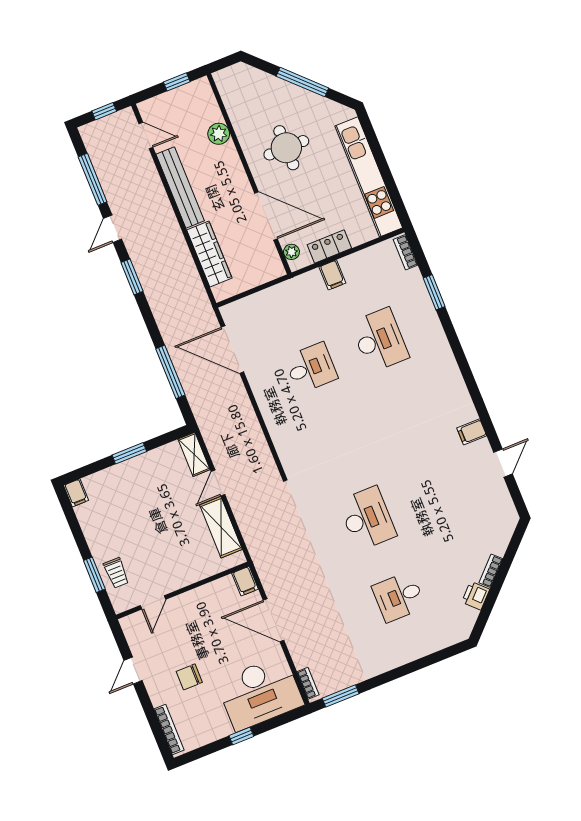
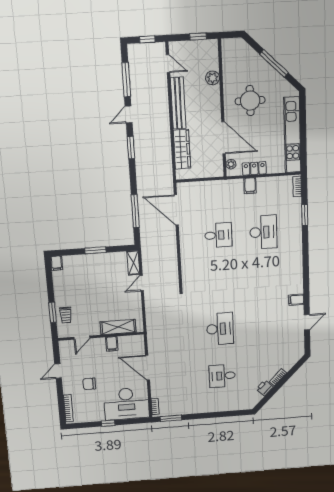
shelving: (221, 527) -> (118, 327), moved, turned 90
filing cabinet: (245, 581) -> (112, 344), moved

